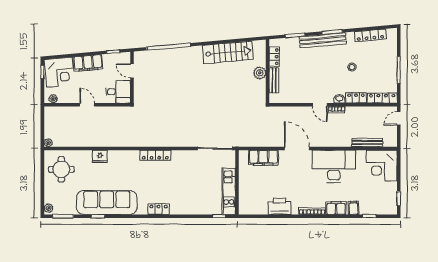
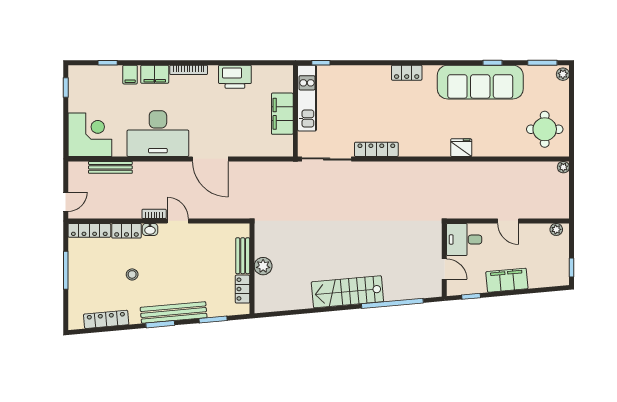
stairs: (228, 52) -> (347, 292), moved
corner desk: (59, 72) -> (547, 267), removed
locker: (155, 155) -> (376, 149), moved
fridge: (100, 156) -> (461, 148), moved
filing cabinet: (263, 158) -> (282, 114), moved, turned -90

